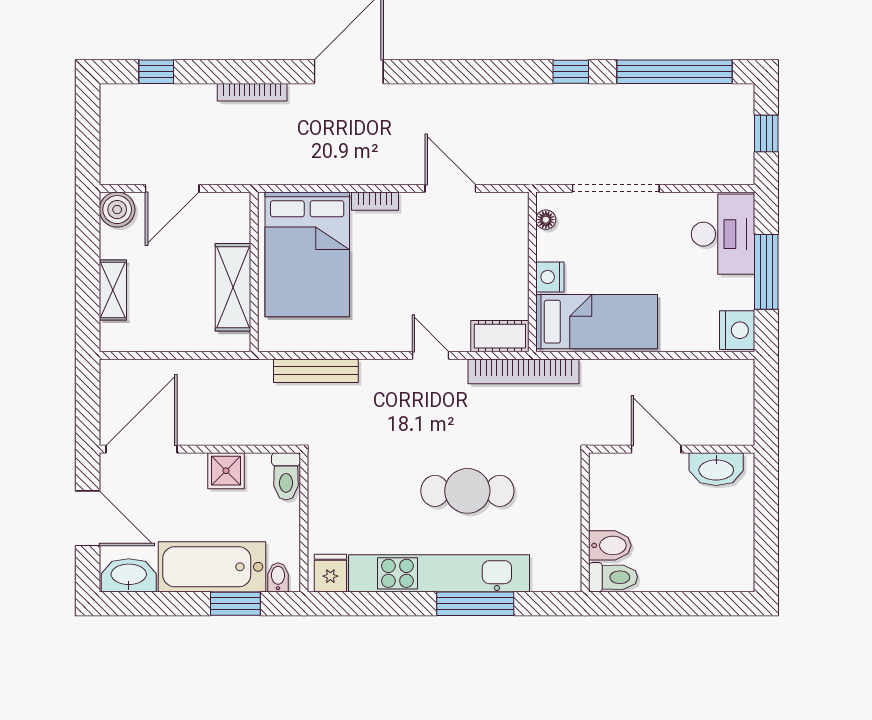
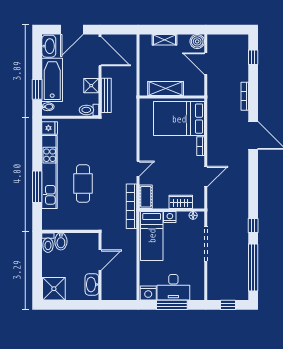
desk: (723, 234) -> (173, 287), moved
wardrobe: (512, 250) -> (181, 202), added
bench: (316, 371) -> (106, 95), moved
shower: (727, 563) -> (54, 289), added

